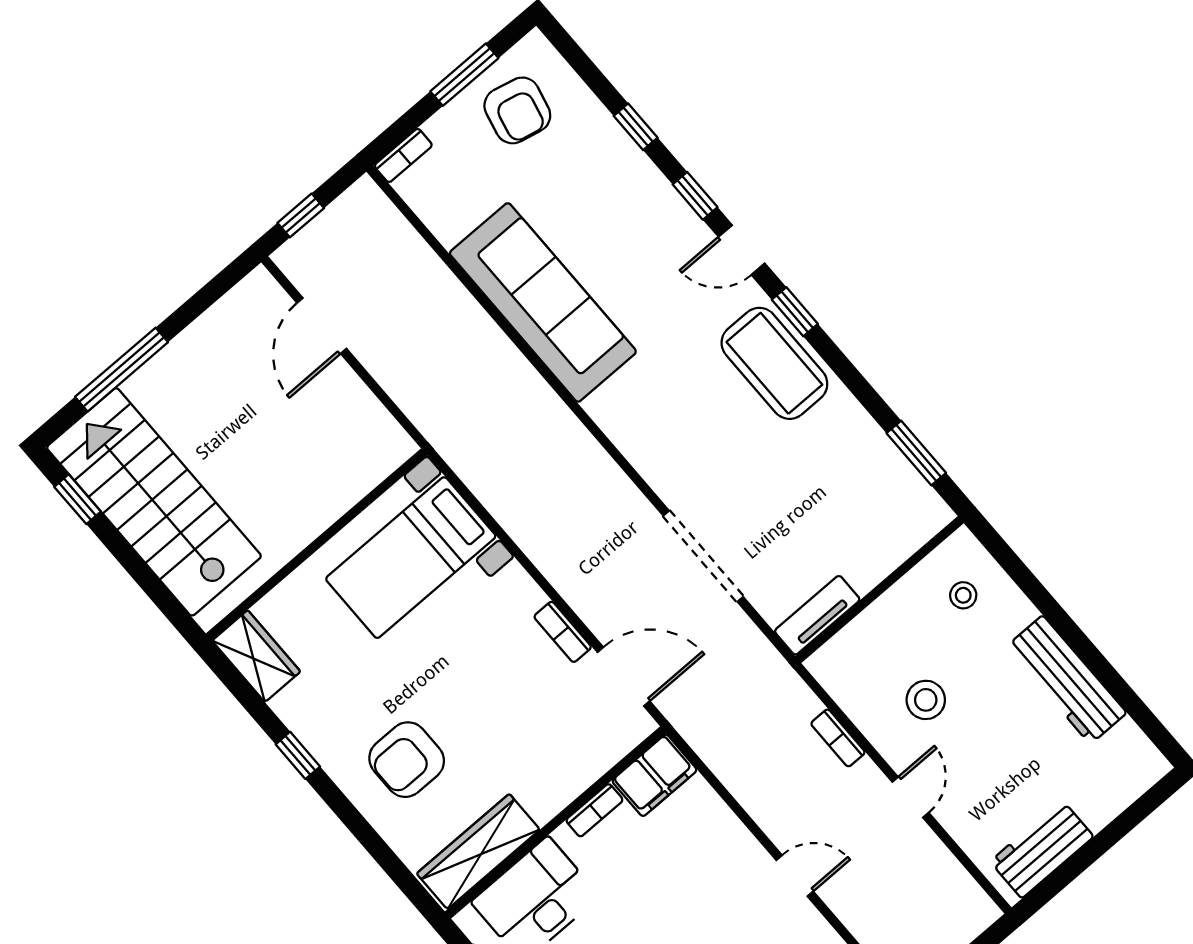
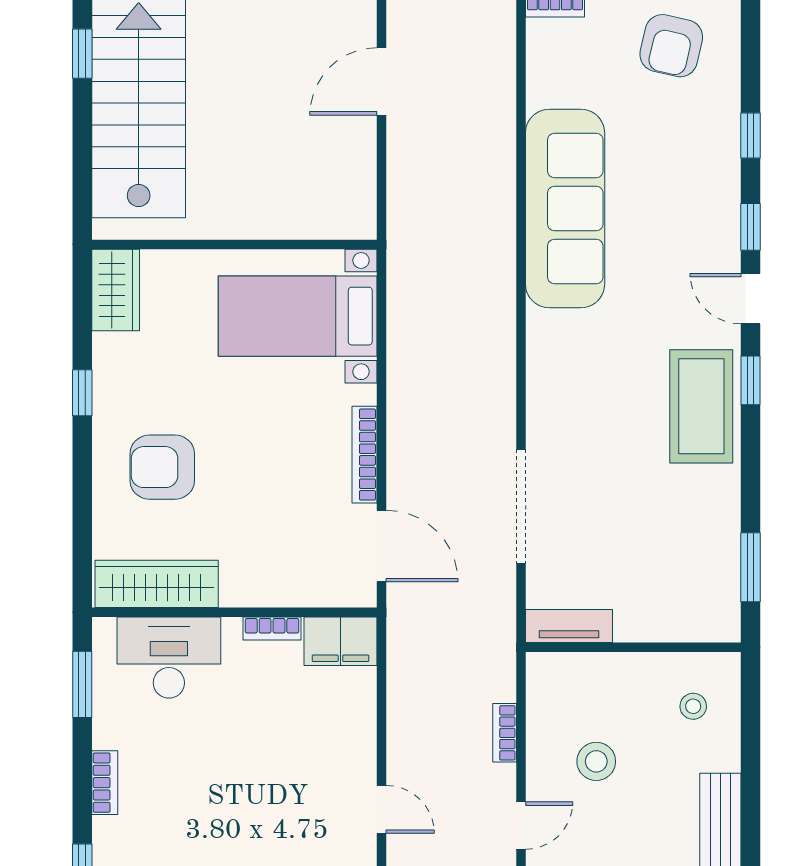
bookcase: (563, 632) -> (364, 455), width x1.56

